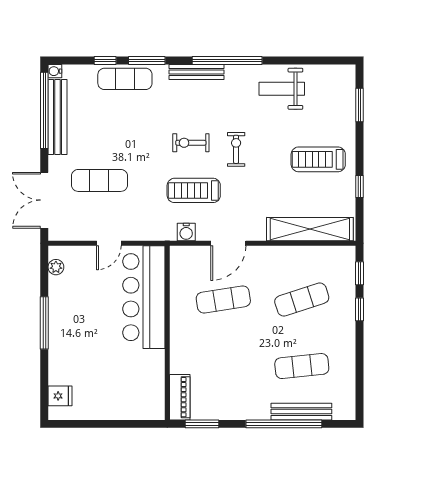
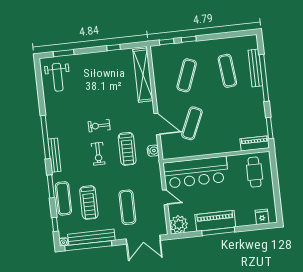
window: (105, 61) -> (55, 224), moved
weight bench: (282, 89) -> (58, 77), moved
treadmill: (318, 159) -> (89, 203), moved
plant: (56, 267) -> (179, 224), width x1.87, depth x1.87
exercise mat: (223, 299) -> (192, 123), turned 33
exercise mat: (302, 299) -> (187, 75), turned 39
piano: (62, 320) -> (215, 221), added
cafe table: (134, 392) -> (255, 172), added

